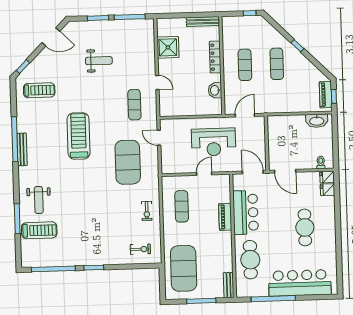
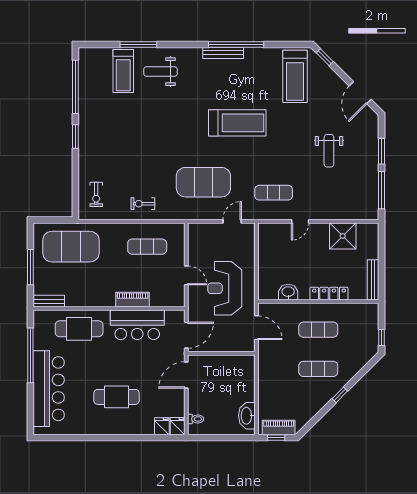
treadmill: (39, 90) -> (295, 76), width x1.37, depth x1.38

